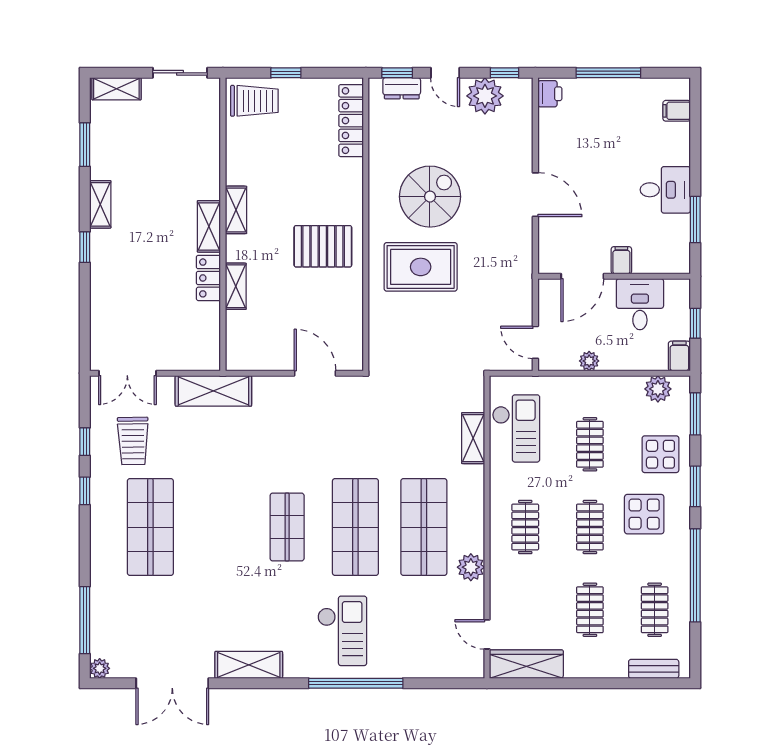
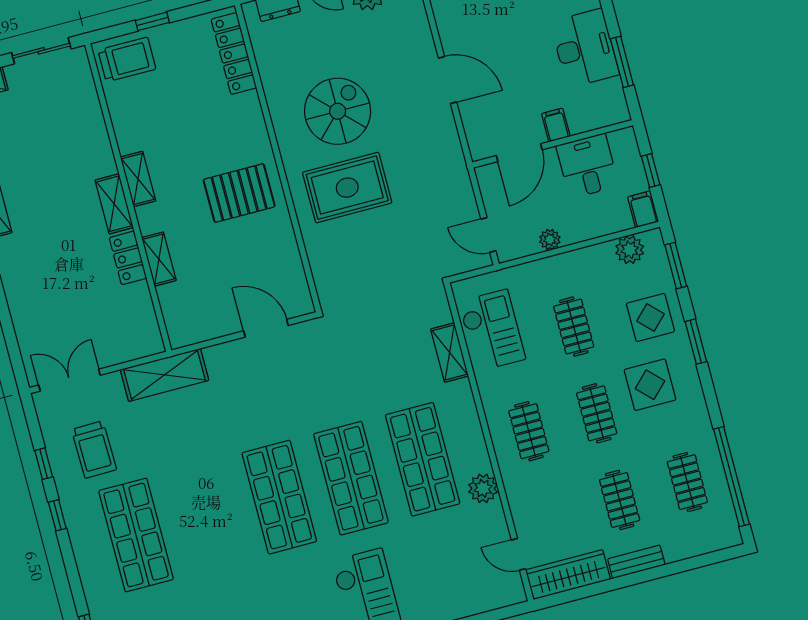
desk: (665, 190) -> (585, 48), width x1.37
double door: (127, 373) -> (69, 380), swing flipped
shop shelf: (287, 527) -> (279, 497), width x1.43, depth x1.36
window: (695, 575) -> (732, 477), moved
bench: (654, 669) -> (636, 562), moved

